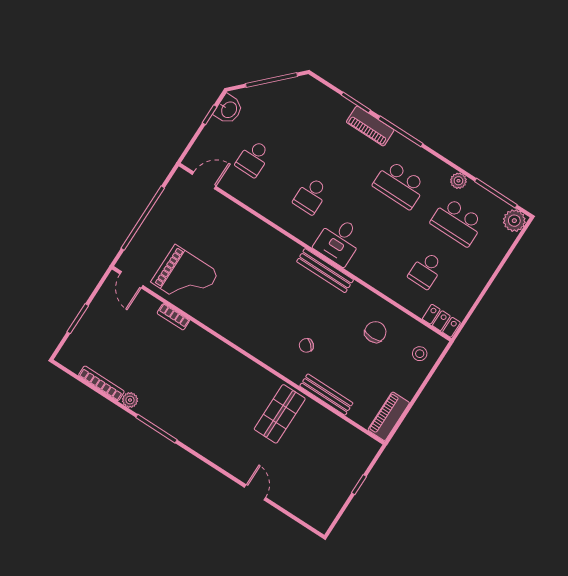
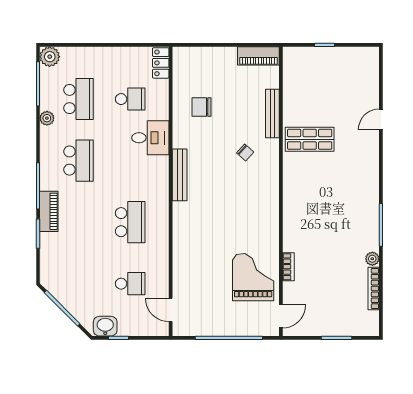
school desk: (311, 196) -> (130, 222), width x1.85
desk: (339, 241) -> (150, 138), moved
stool: (420, 354) -> (196, 63), removed

